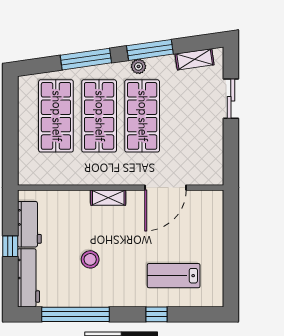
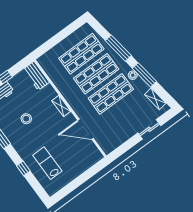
workbench: (29, 224) -> (36, 76), moved, turned 90

